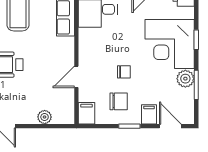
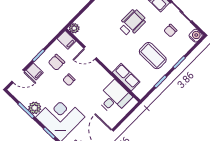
door: (76, 77) -> (90, 53), swing flipped
plant: (45, 117) -> (74, 28), moved

